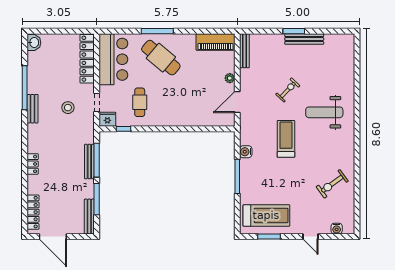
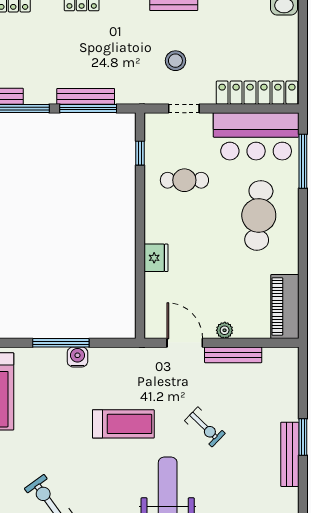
window: (157, 31) -> (303, 161), moved
bench: (244, 51) -> (233, 355), moved
cafe table: (161, 58) -> (259, 215), turned -35
fridge: (107, 119) -> (156, 258), moved
water cooler: (246, 152) -> (77, 357), moved

